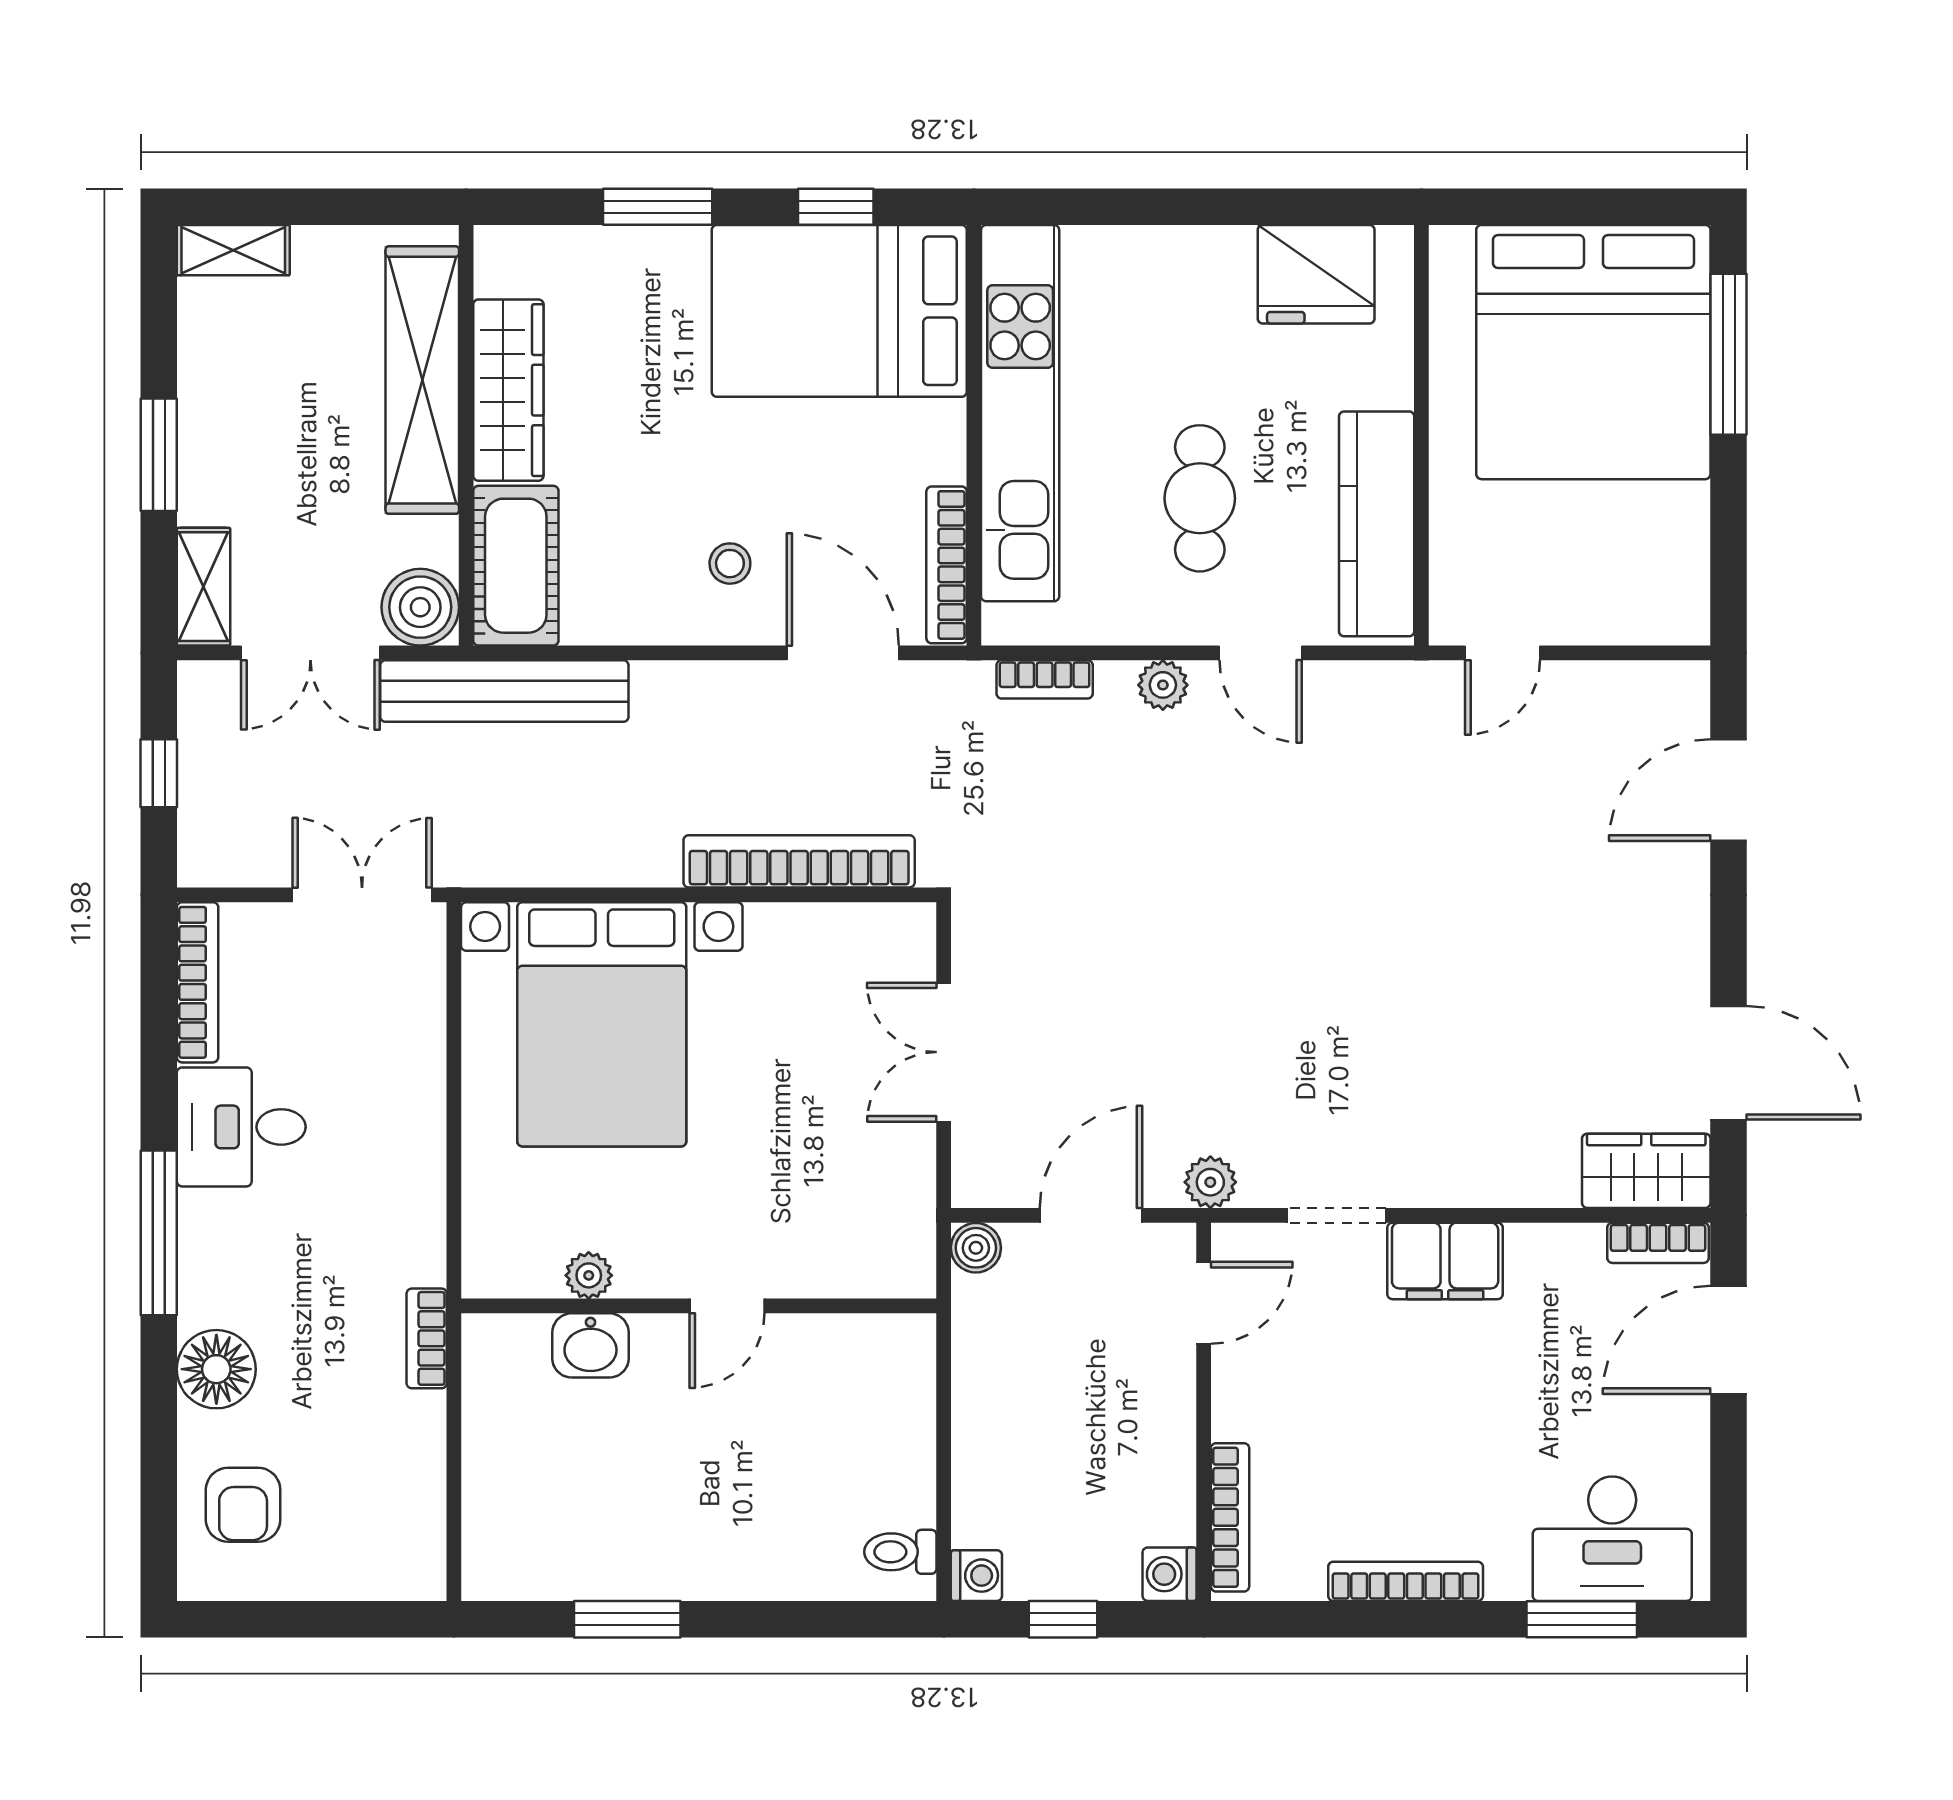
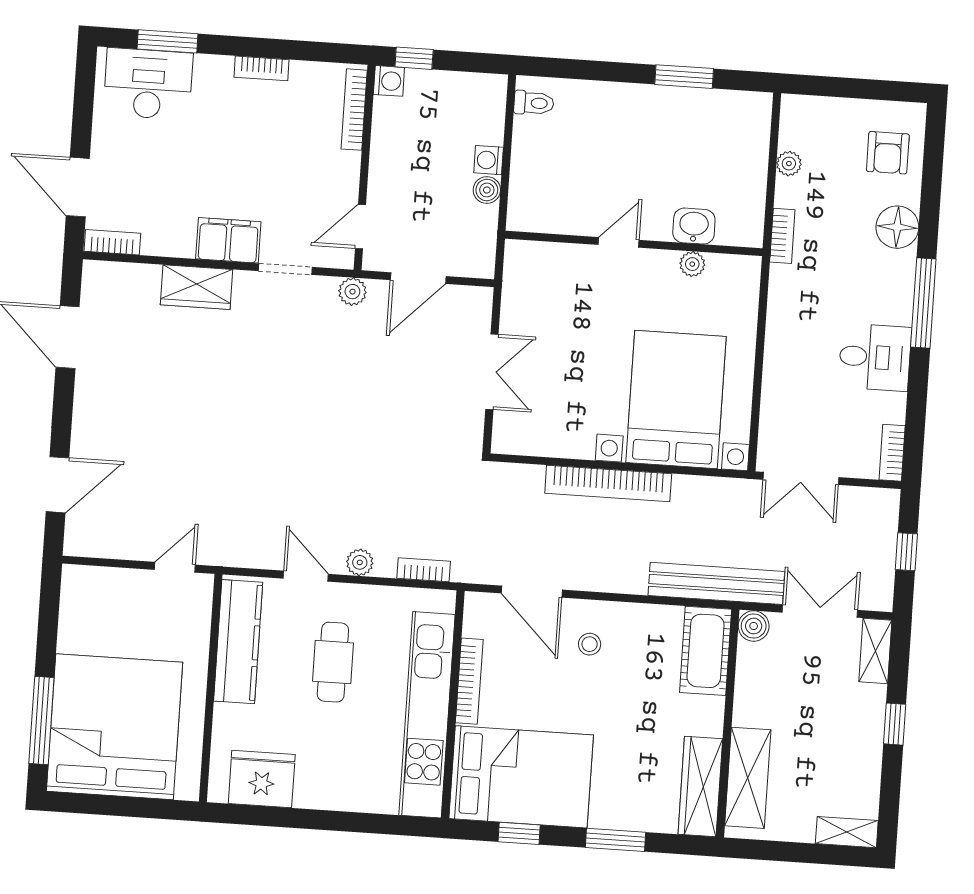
shelving: (422, 380) -> (748, 778), width x0.68
wardrobe: (508, 390) -> (700, 786), moved
window: (159, 455) -> (895, 724), width x0.67
bookcase: (947, 565) -> (469, 681), moved
boiler: (420, 607) -> (754, 626), width x0.73, depth x0.73
bookcase: (799, 861) -> (608, 483), moved
bookcase: (198, 982) -> (892, 453), width x0.64
wardrobe: (1646, 1171) -> (197, 287), moved
boiler: (976, 1248) -> (487, 190), moved
door: (1729, 1340) -> (78, 187), swing flipped
plant: (424, 1472) -> (789, 164), added
armchair: (243, 1505) -> (888, 153), turned 180
washing machine: (976, 1576) -> (489, 160), moved
bookcase: (1406, 1581) -> (262, 68), width x0.64
window: (1063, 1619) -> (414, 58), moved

